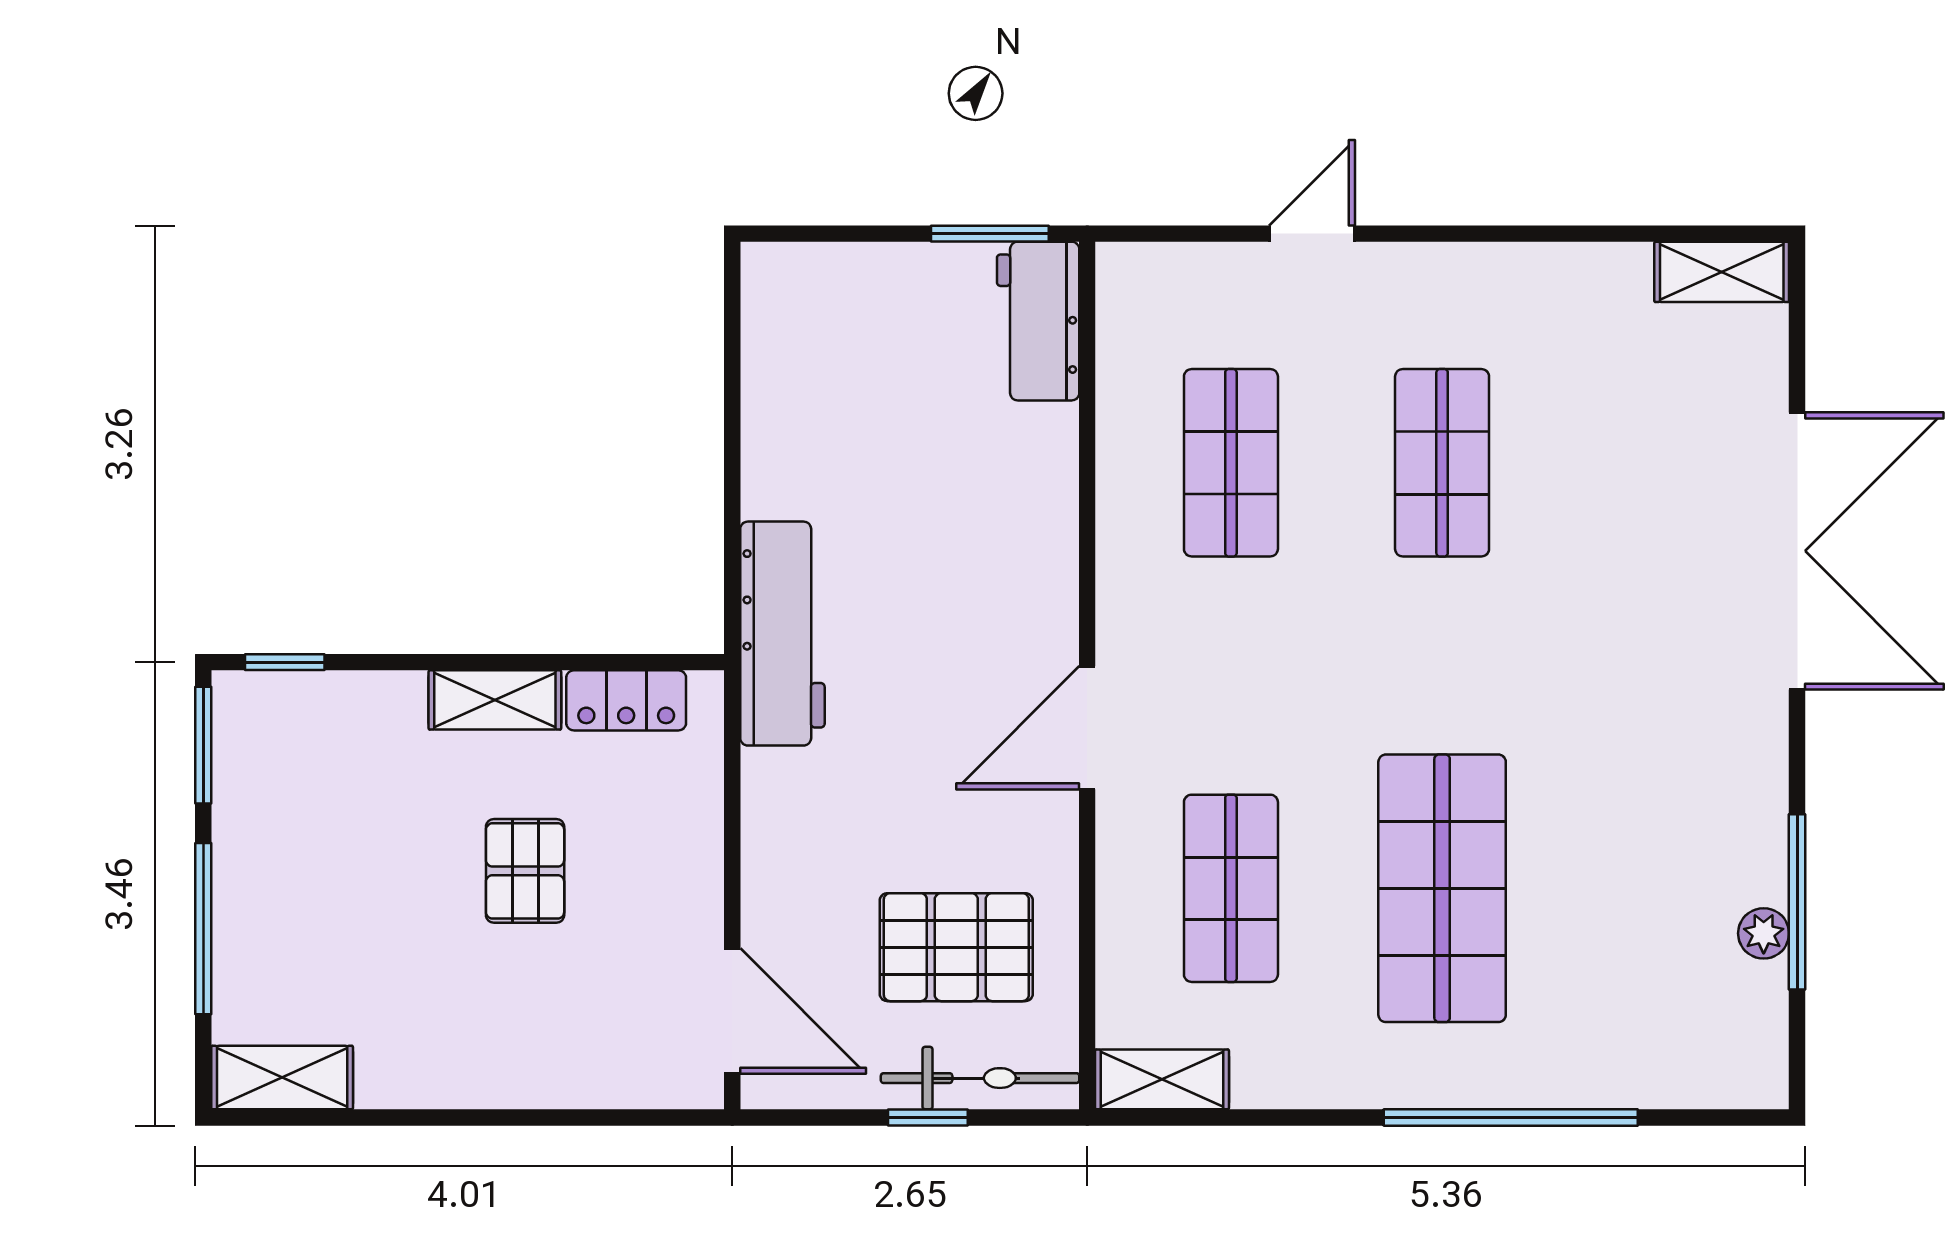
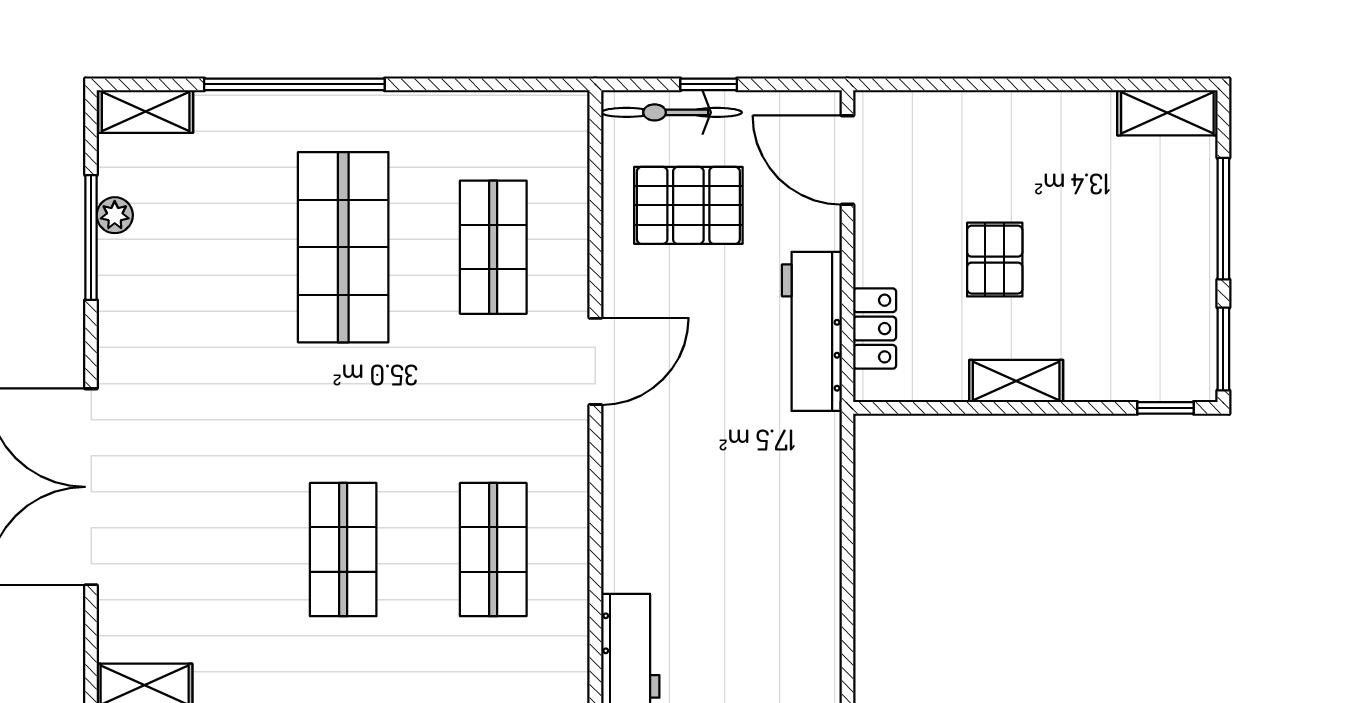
workbench: (782, 634) -> (812, 331), moved
locker: (626, 700) -> (875, 329), moved, turned 90
shelving: (1162, 1079) -> (146, 111), moved

